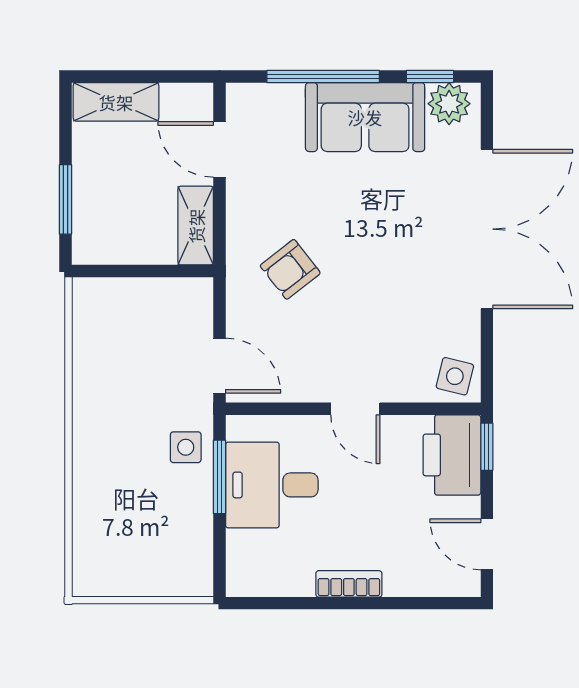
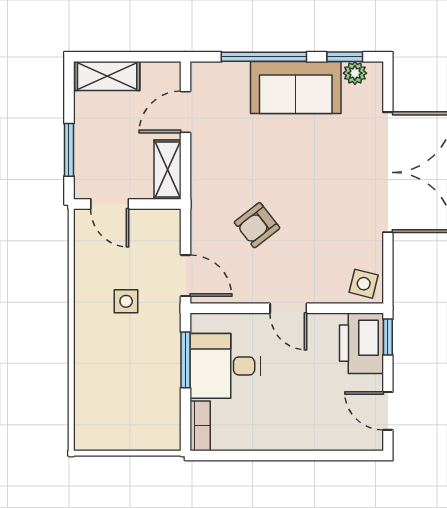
plant: (449, 104) -> (355, 73), width x0.73, depth x0.73
door: (219, 149) -> (185, 112), hinge flipped
armchair: (290, 269) -> (257, 225), moved
door: (119, 271) -> (110, 204), added
side table: (186, 447) -> (126, 301), moved
bookcase: (349, 584) -> (200, 426), moved, turned 90

